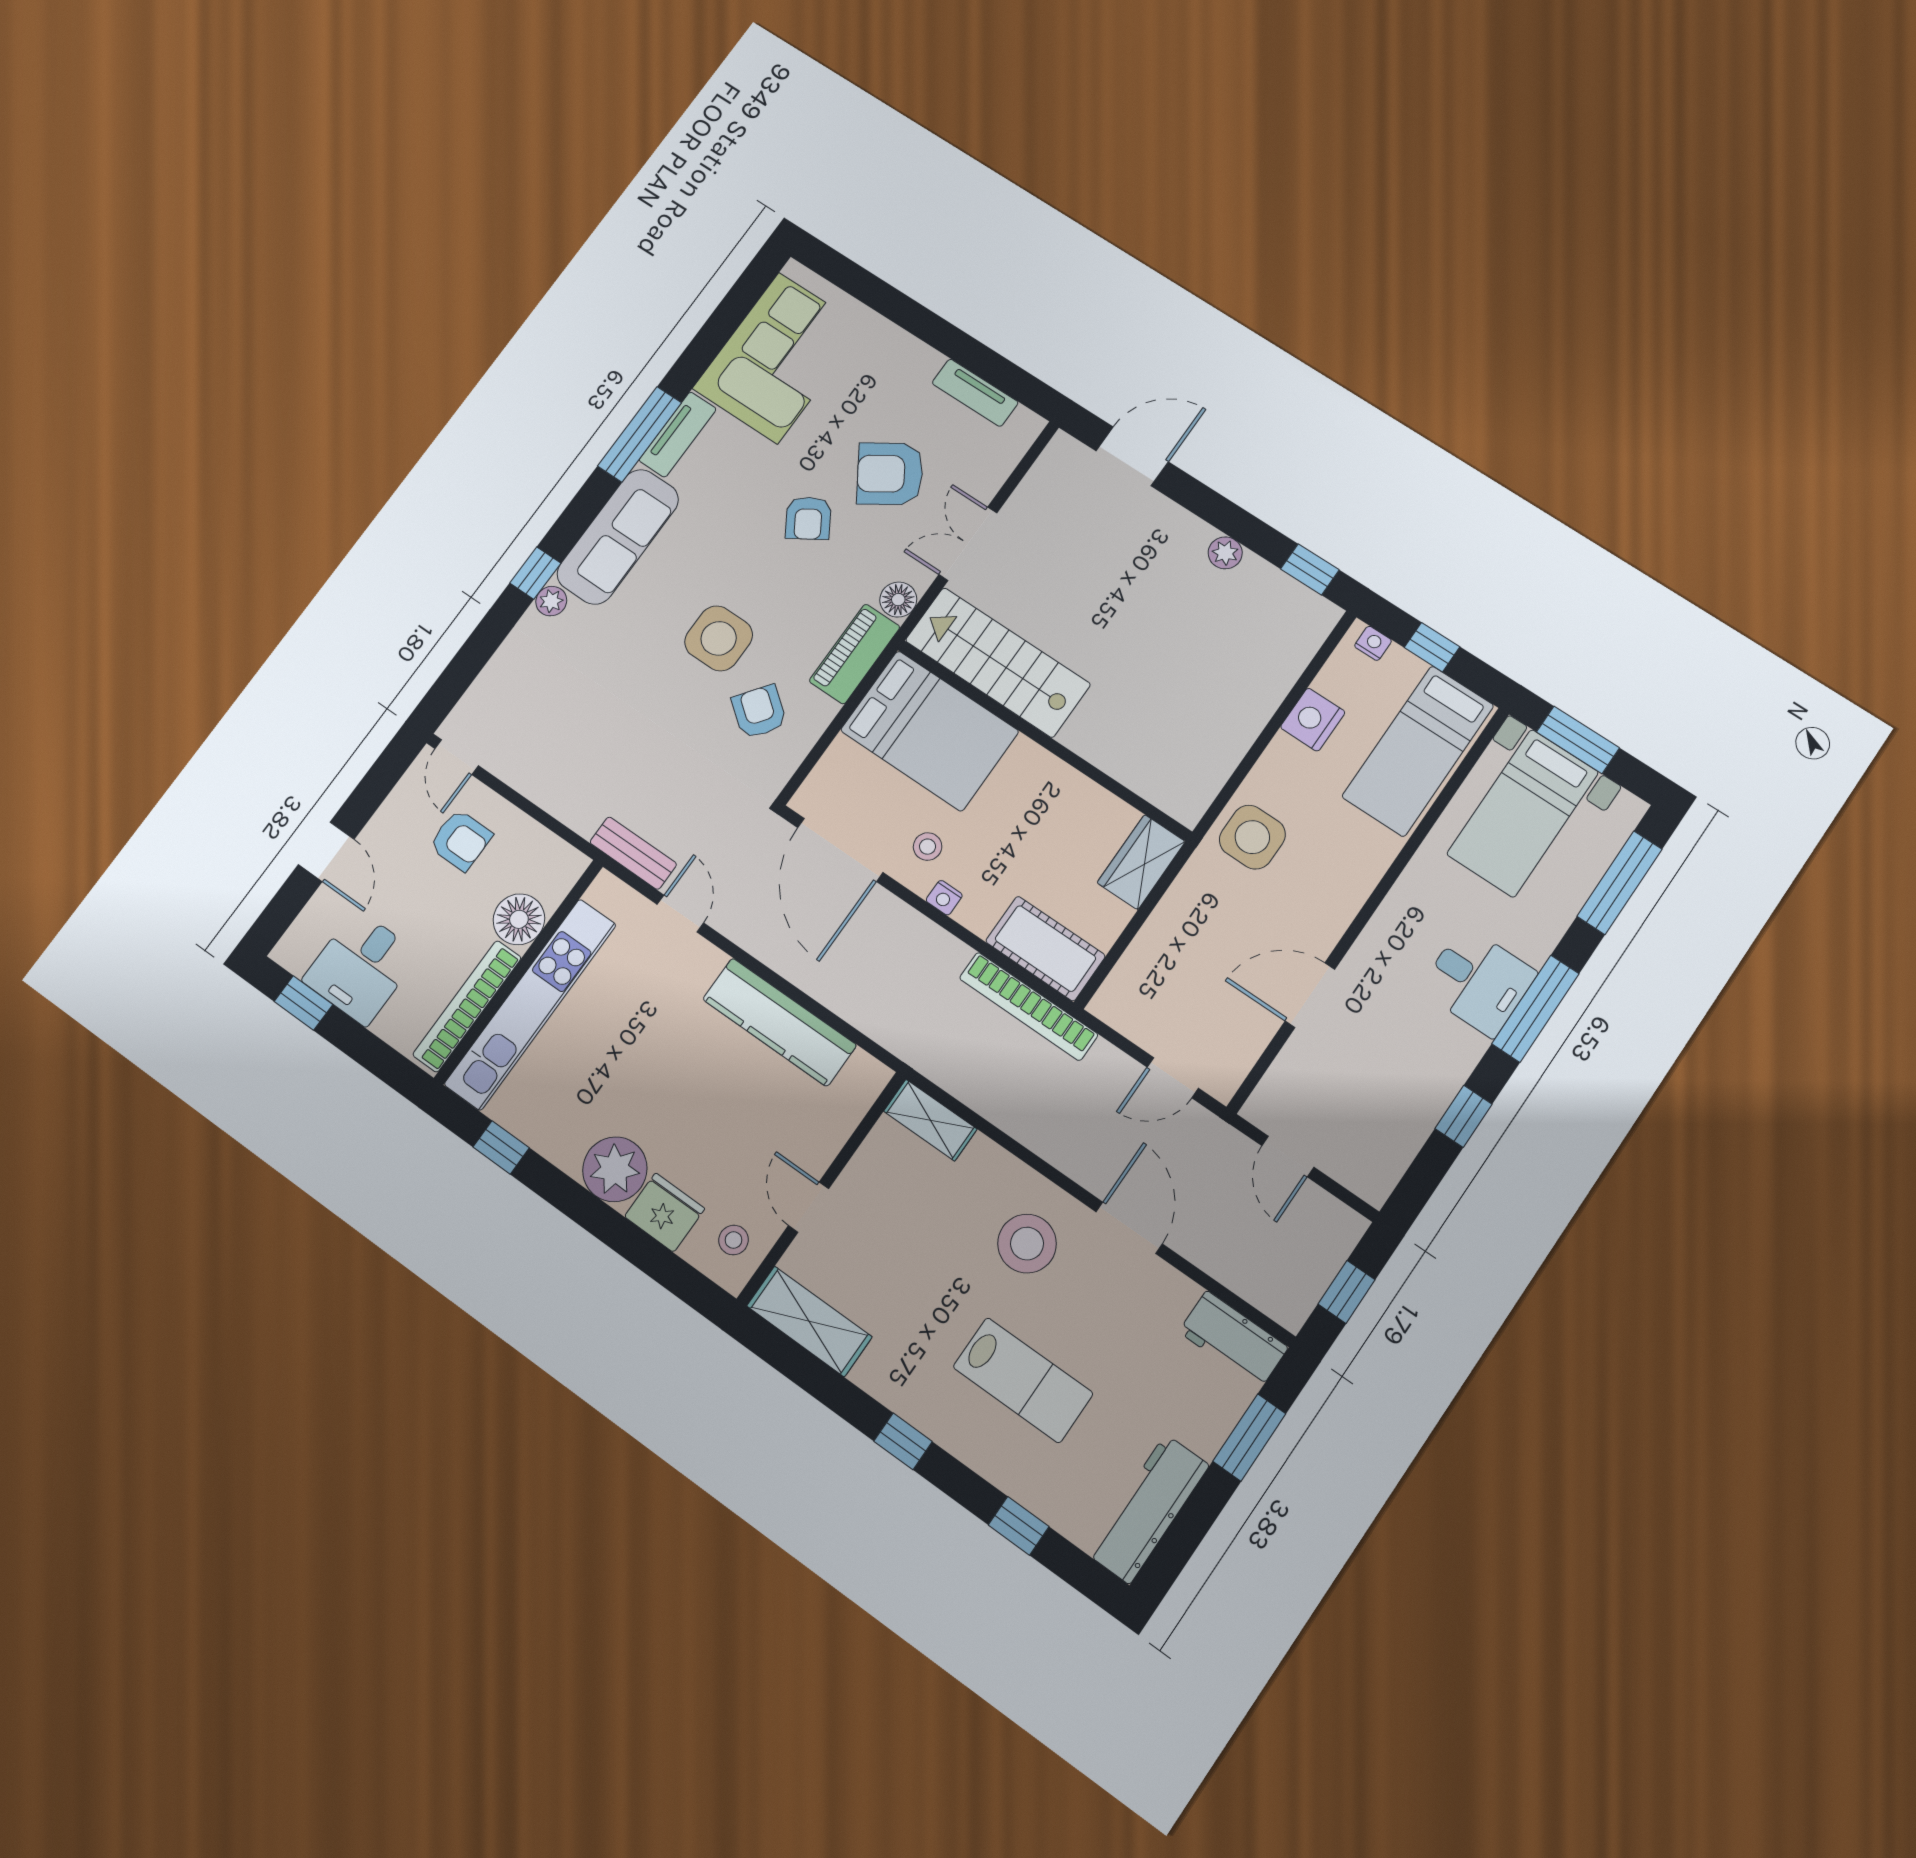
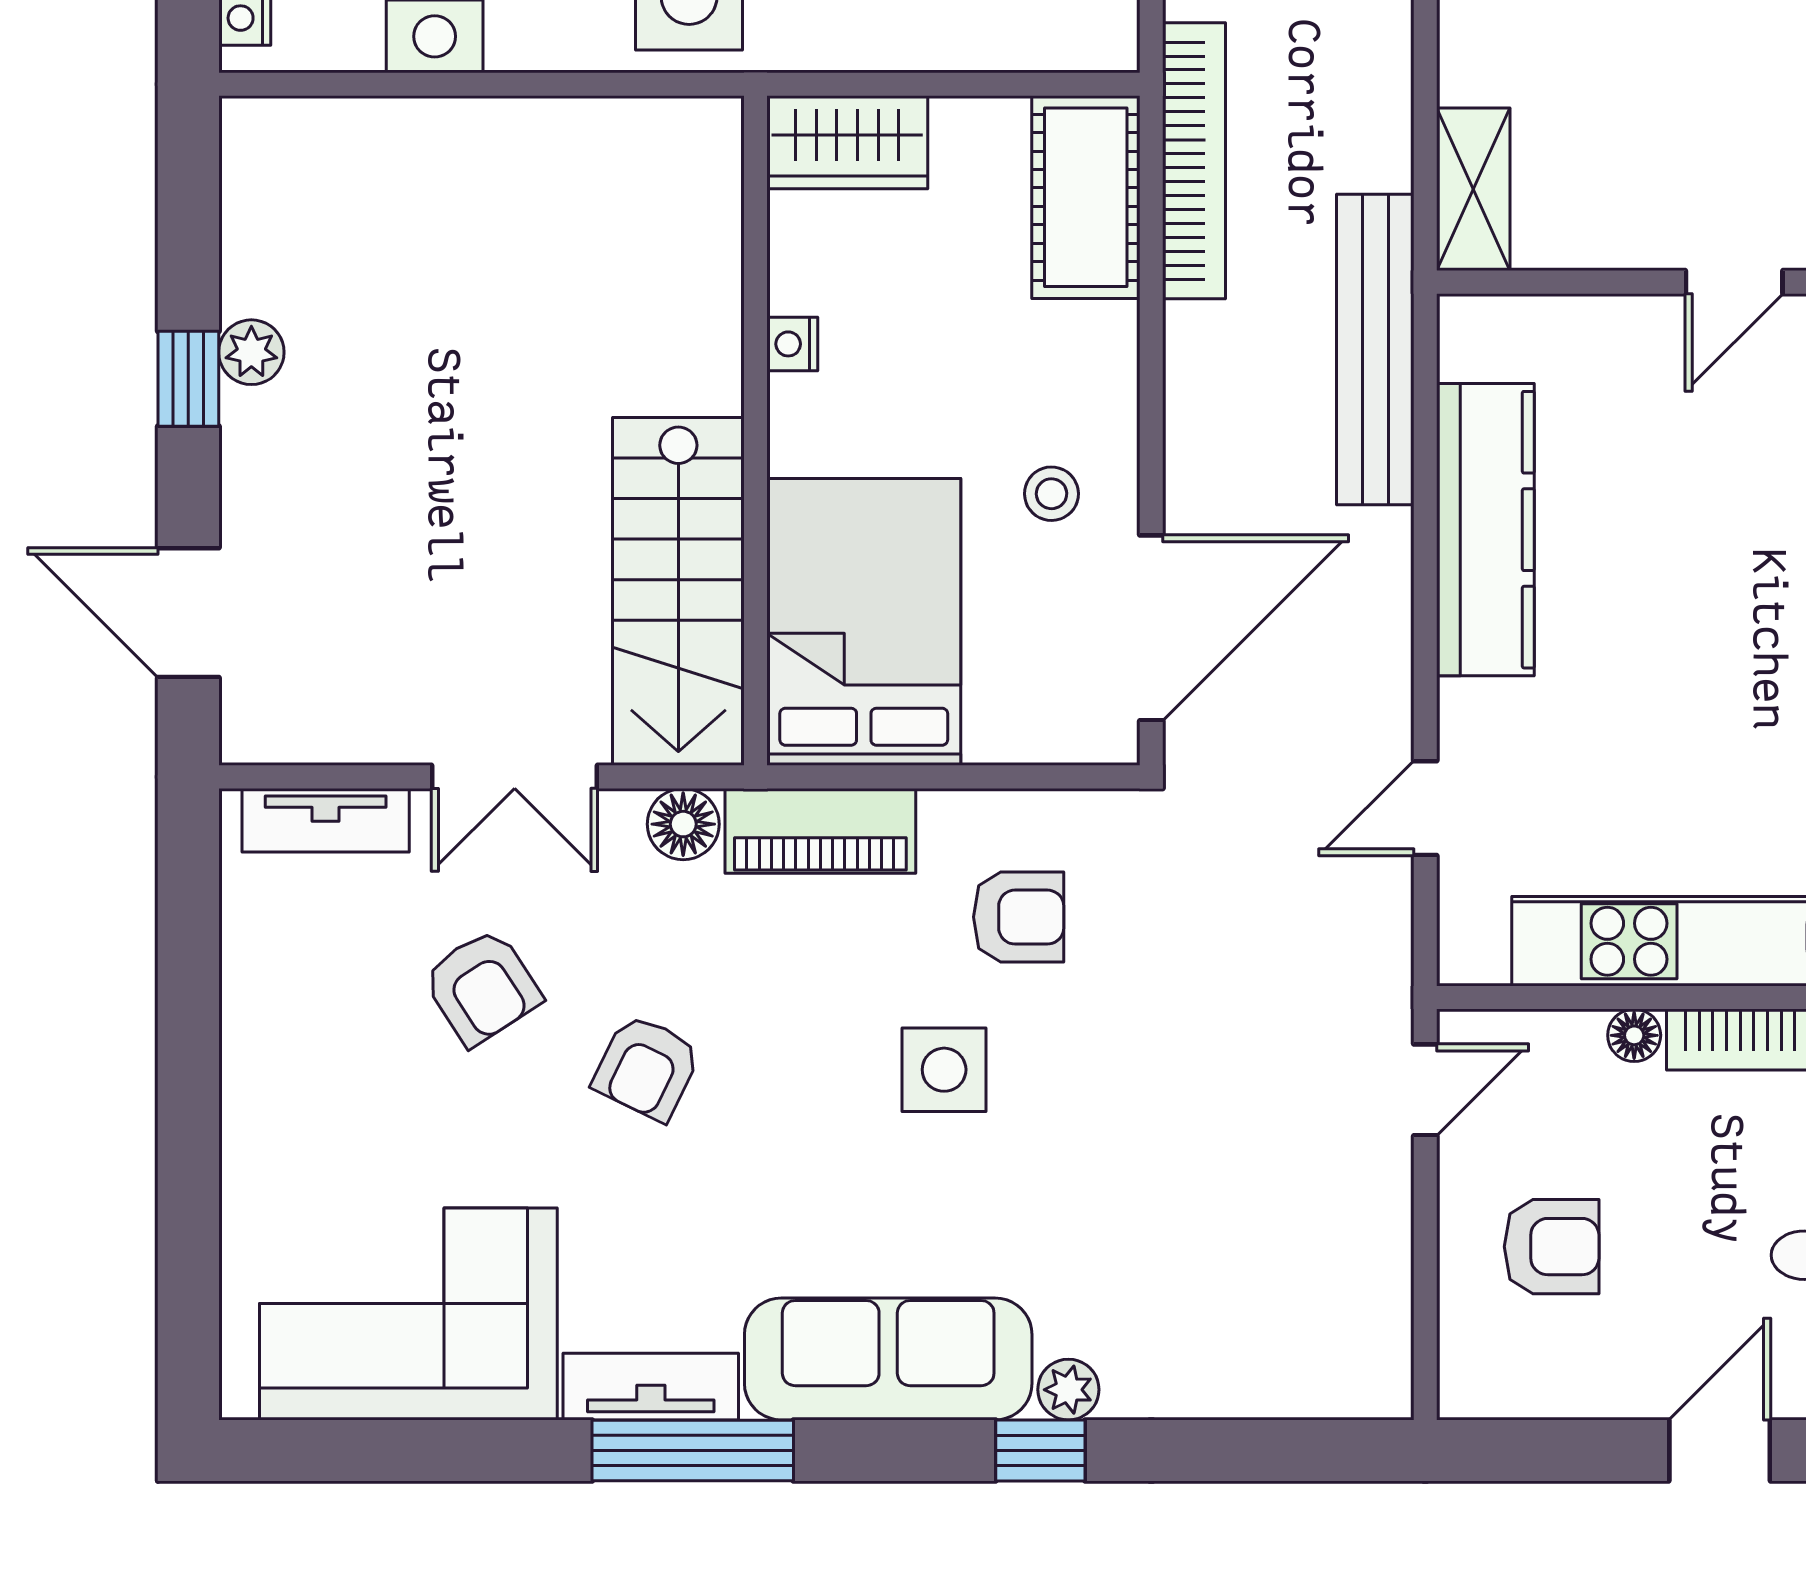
tv unit: (975, 393) -> (326, 820), moved, turned 90
armchair: (890, 474) -> (482, 987), width x0.72, depth x0.72
armchair: (808, 518) -> (647, 1068), turned 148
window: (1310, 569) -> (188, 379), moved
side table: (719, 638) -> (944, 1070), width x0.73, depth x0.73
armchair: (759, 712) -> (1019, 917), turned -127
door: (457, 757) -> (1425, 1090), moved
armchair: (461, 840) -> (1552, 1247), turned 90
bench: (633, 853) -> (1375, 349), moved, width x1.86, depth x1.21
nightstand: (944, 898) -> (792, 344), moved, turned 180
floor lamp: (519, 919) -> (1634, 1035), width x0.53, depth x0.53

